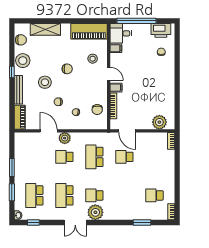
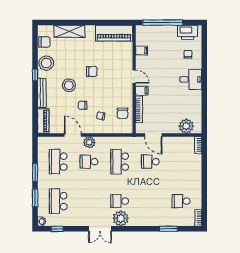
desk: (121, 33) -> (191, 79), moved, turned 180
stool: (93, 59) -> (118, 61), removed
school desk: (64, 195) -> (58, 162), moved

